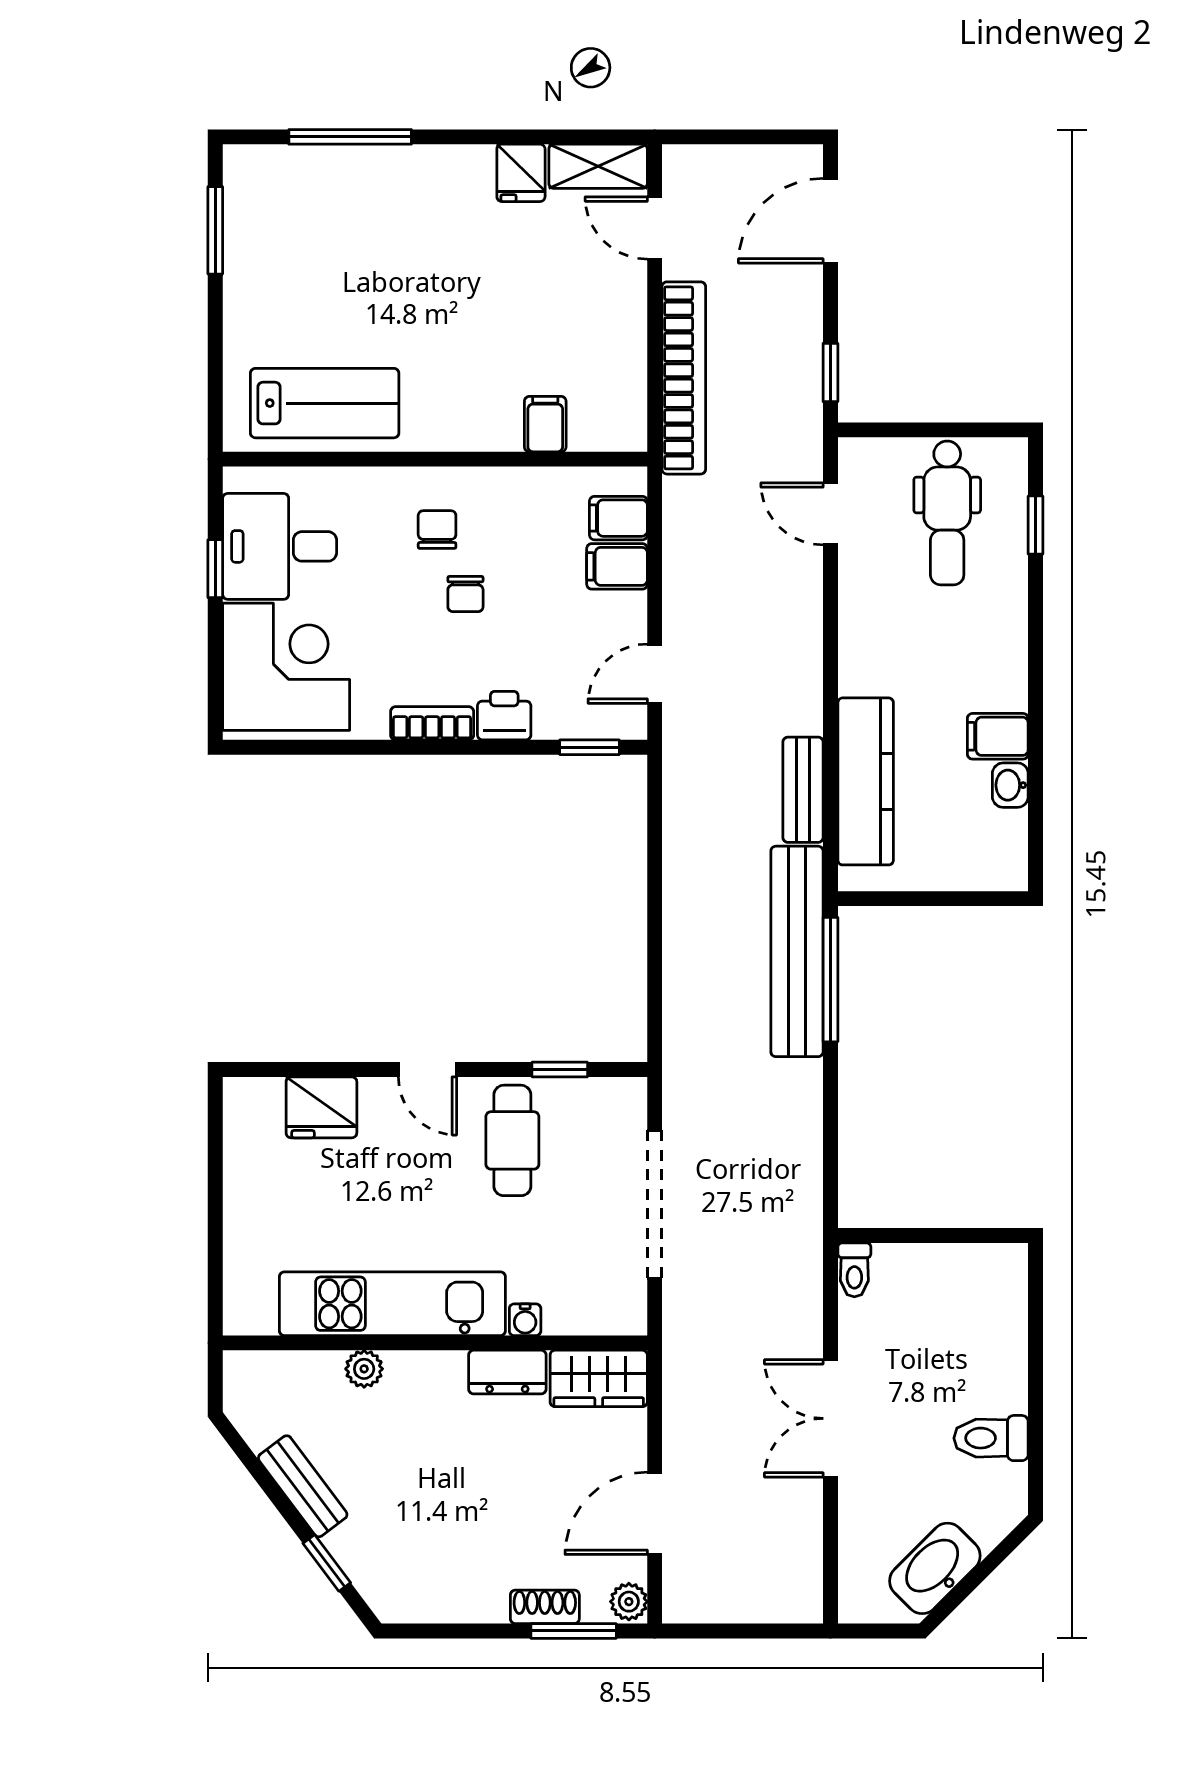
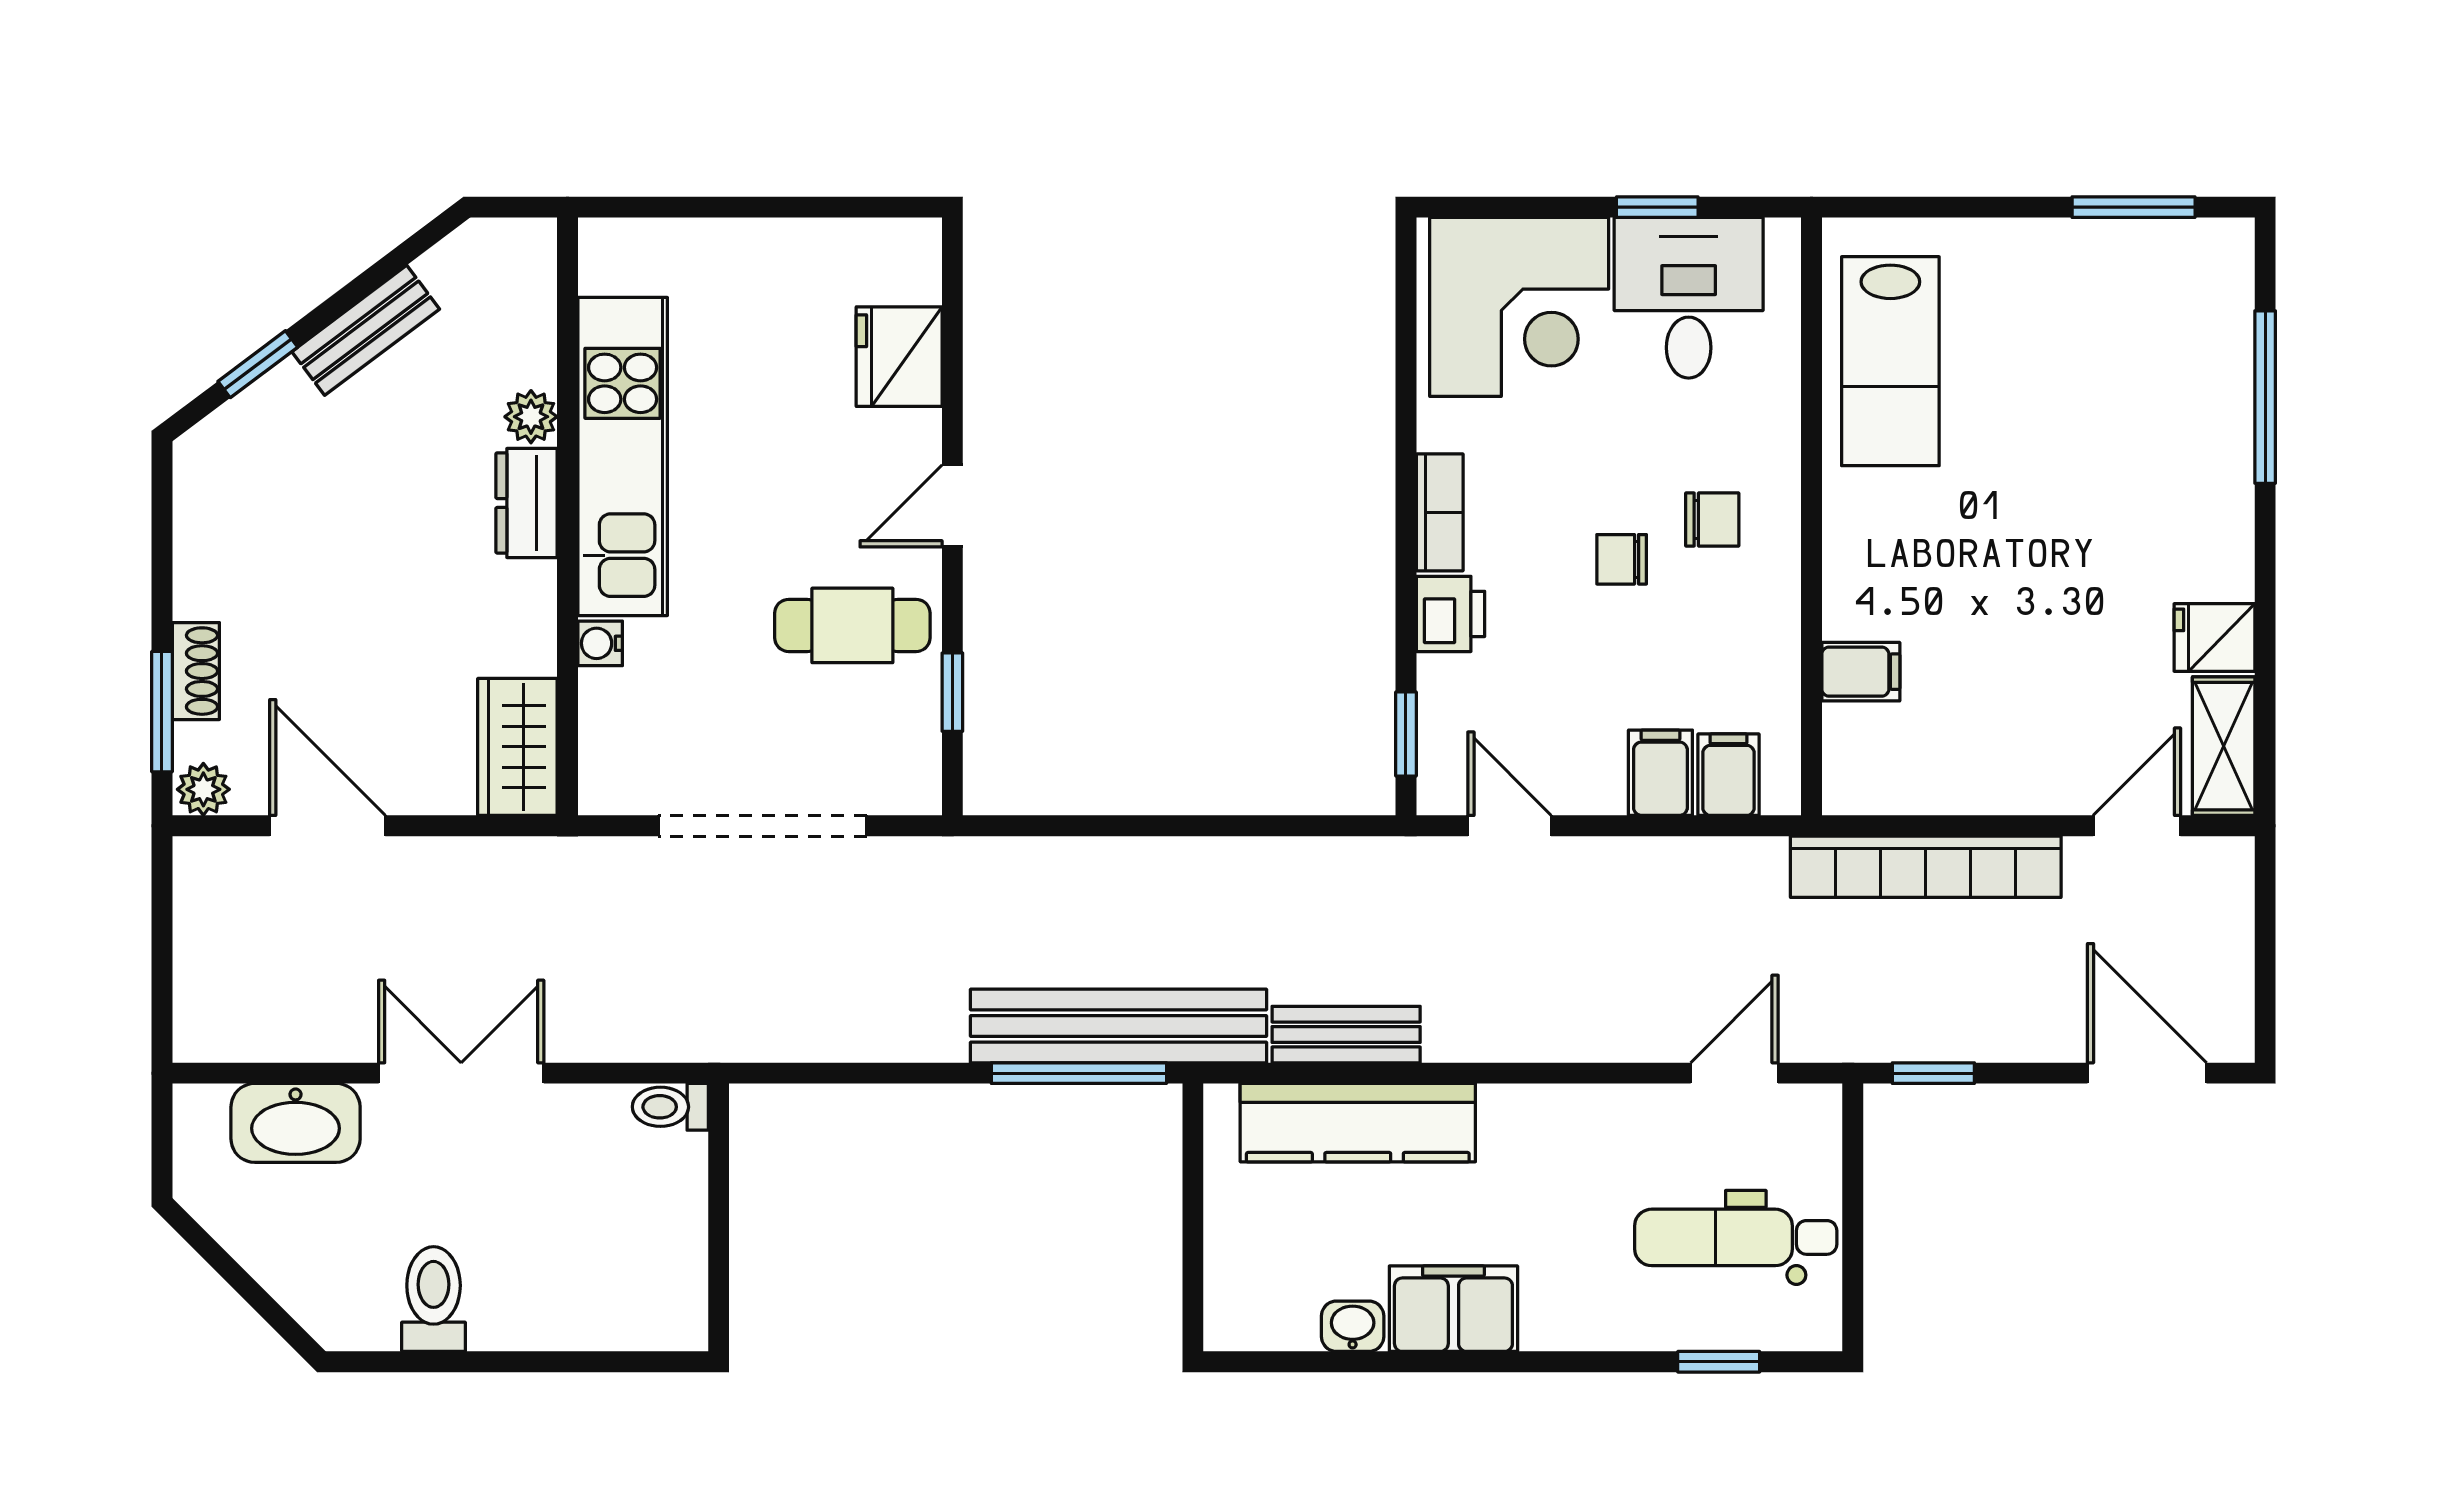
filing cabinet: (998, 736) -> (1453, 1309), width x2.00
dresser: (507, 1372) -> (526, 503), moved
washbasin: (935, 1568) -> (296, 1123), moved, turned 135

